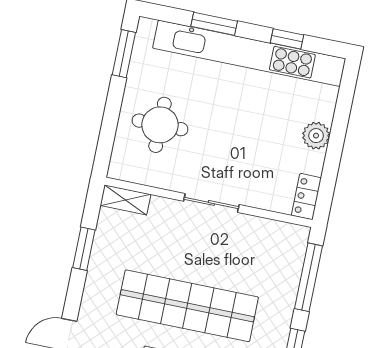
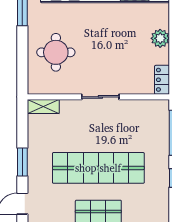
window: (84, 249) -> (22, 162), moved

